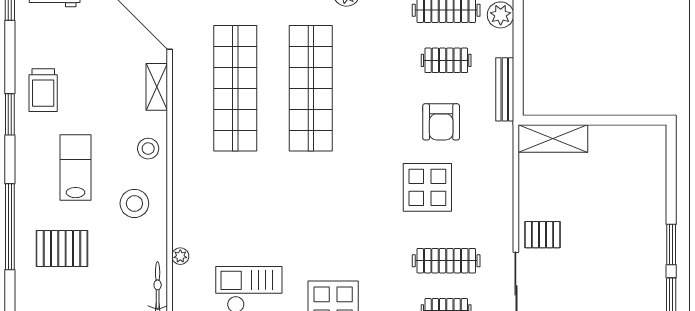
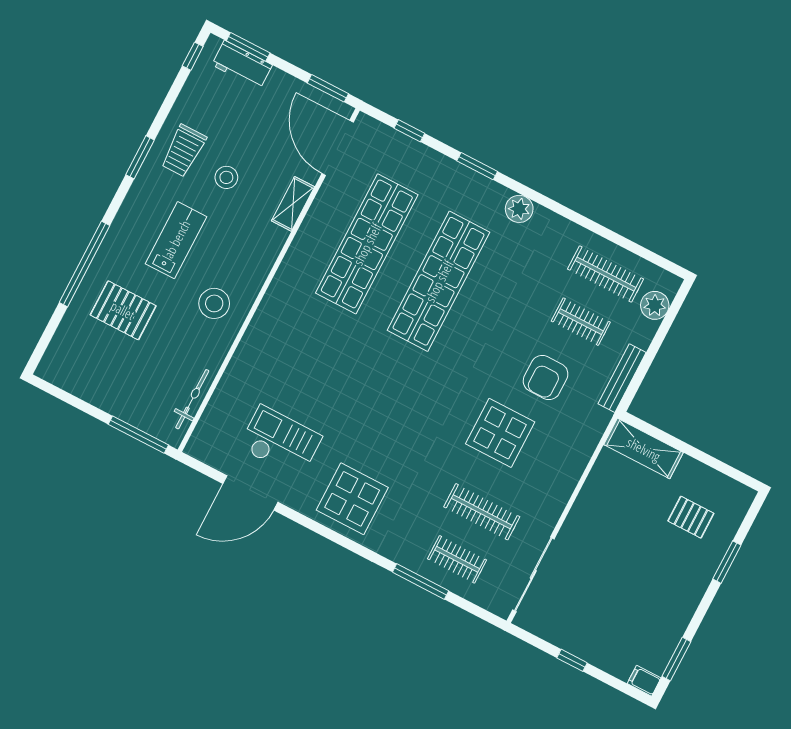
stool: (148, 149) -> (226, 177), moved
pallet: (543, 235) -> (691, 517), moved
window: (671, 245) -> (727, 562), moved
plant: (180, 256) -> (232, 376), removed

